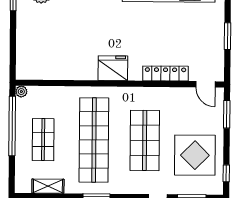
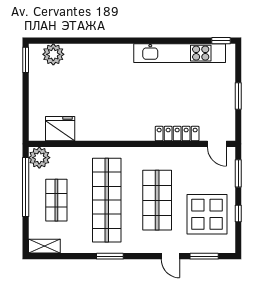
fridge: (113, 68) -> (60, 129), moved
plant: (21, 92) -> (39, 158), width x1.87, depth x1.87
window: (226, 173) -> (238, 213), moved
shelving: (48, 186) -> (44, 246), moved

